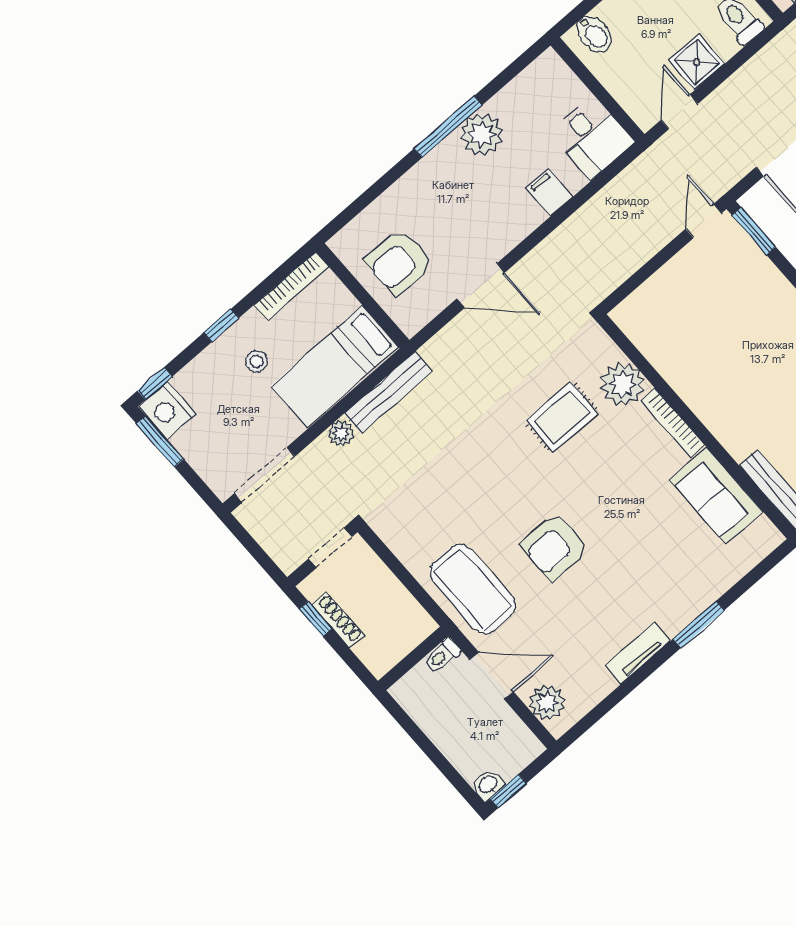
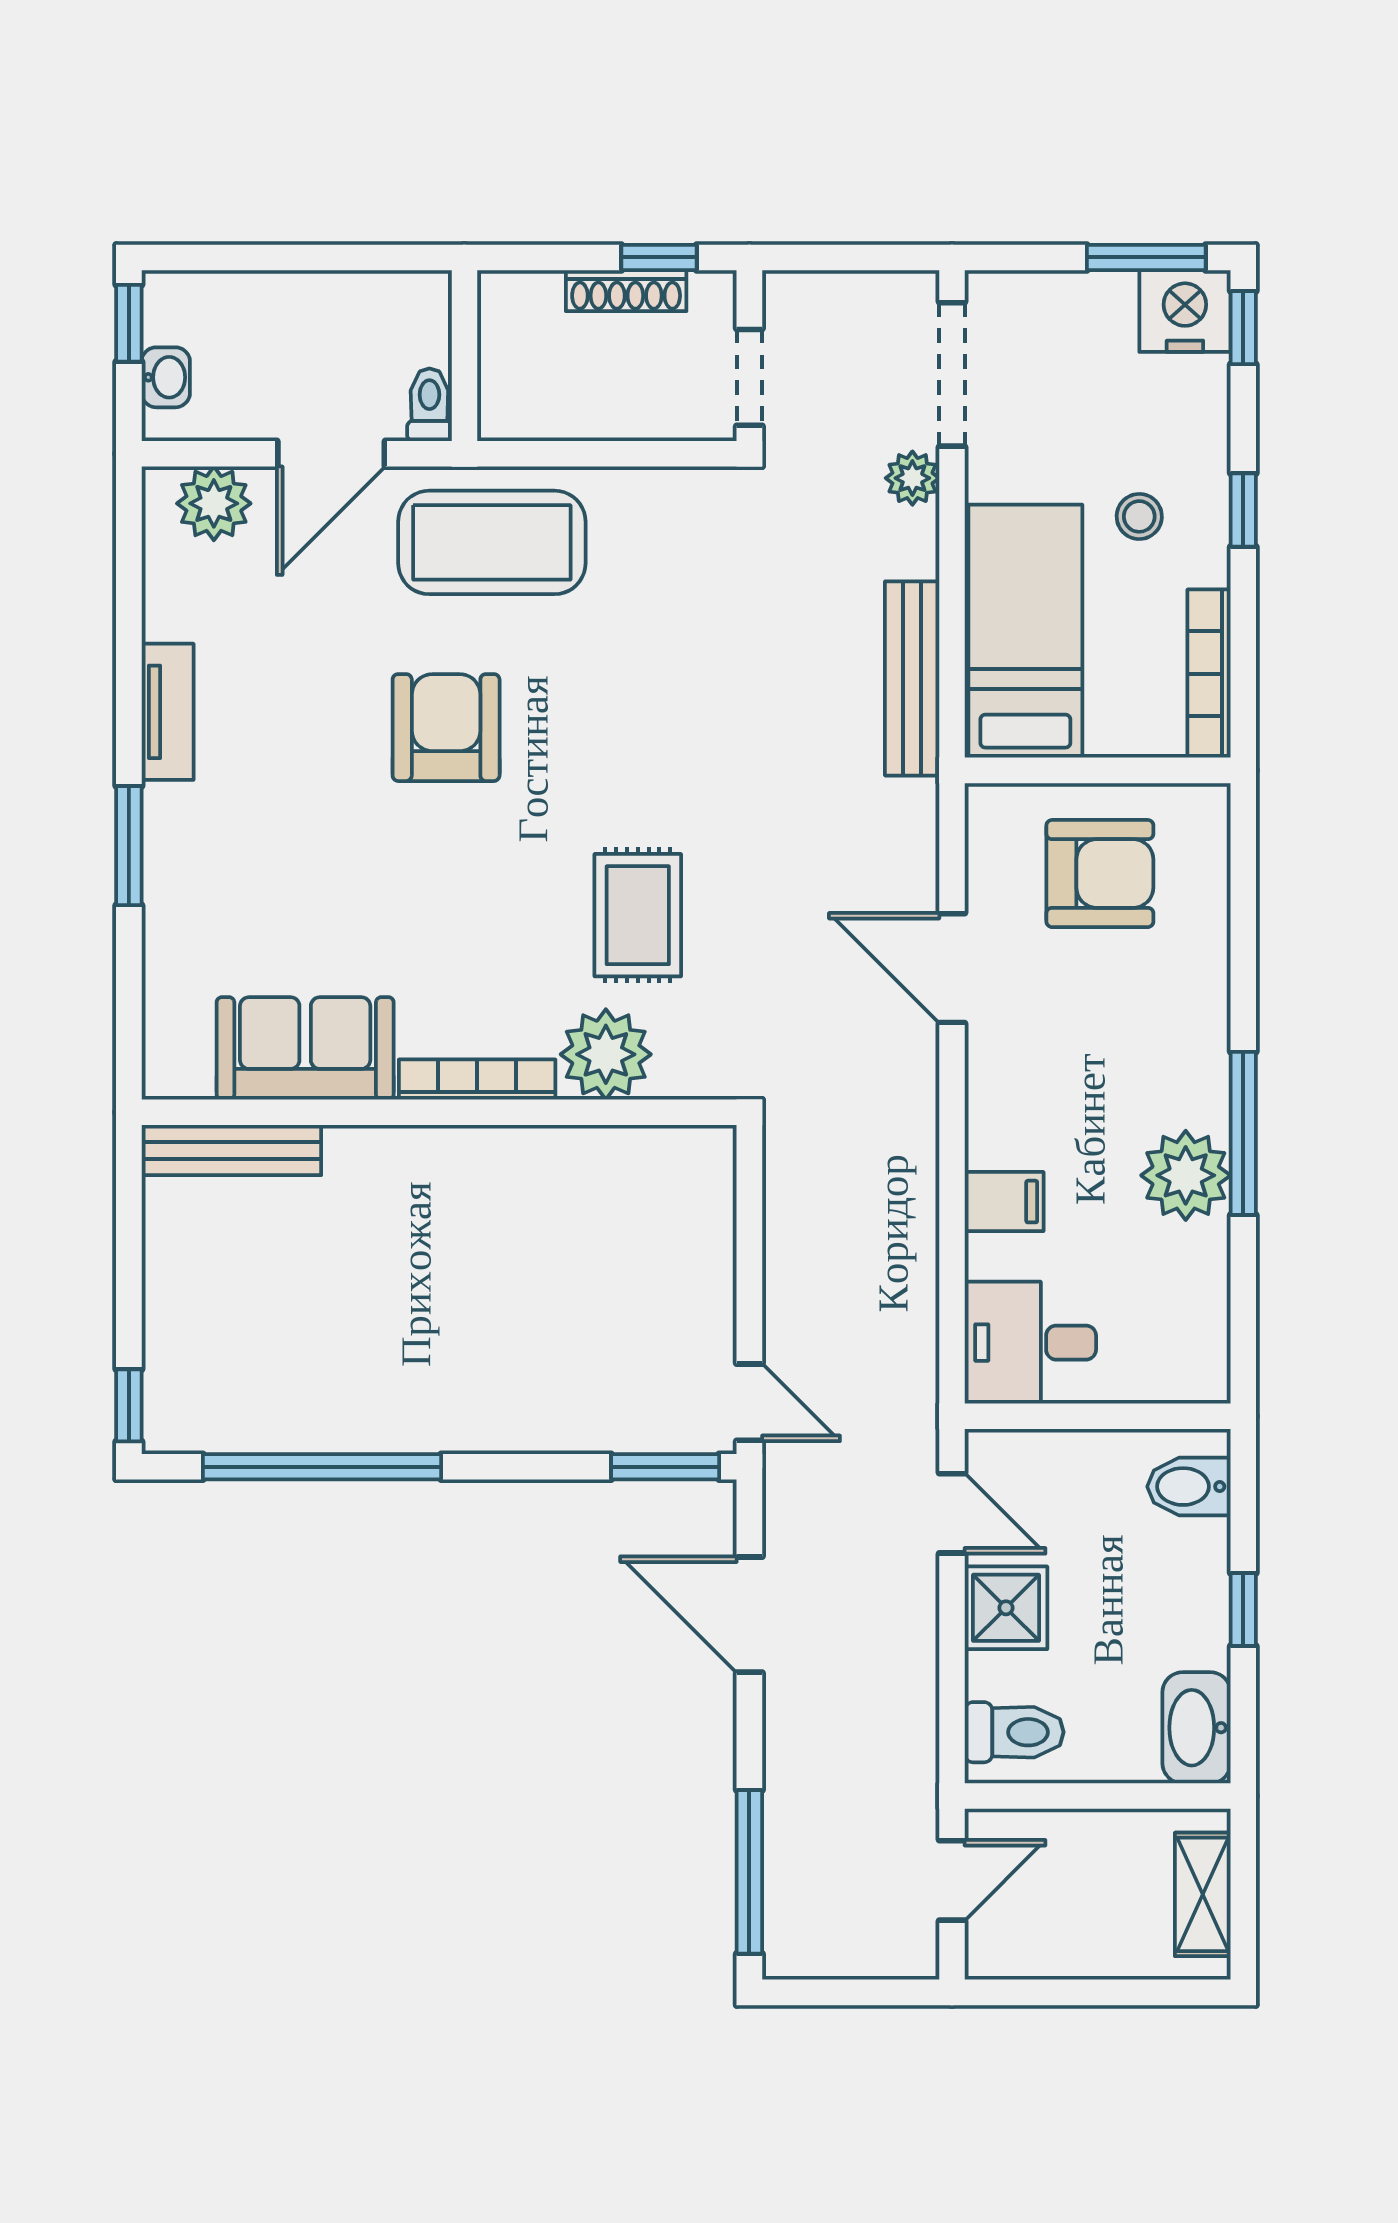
armchair: (399, 262) -> (1100, 874), turned 90
door: (481, 286) -> (952, 968), hinge flipped
plant: (341, 433) -> (912, 478), moved
washbasin: (488, 785) -> (166, 377), moved

